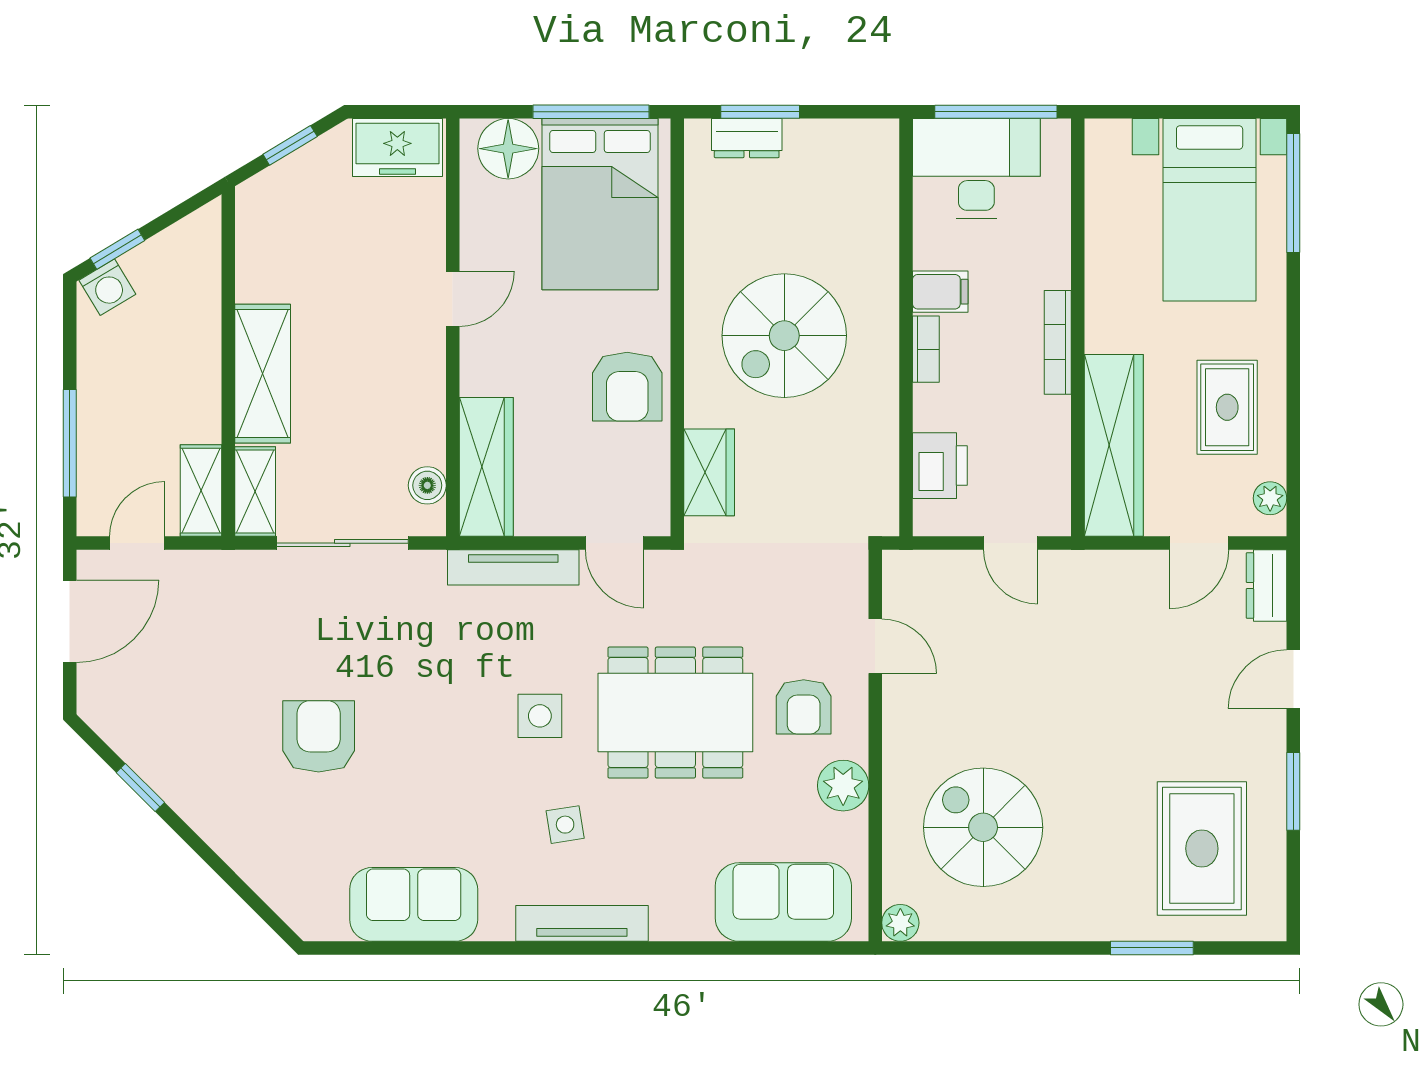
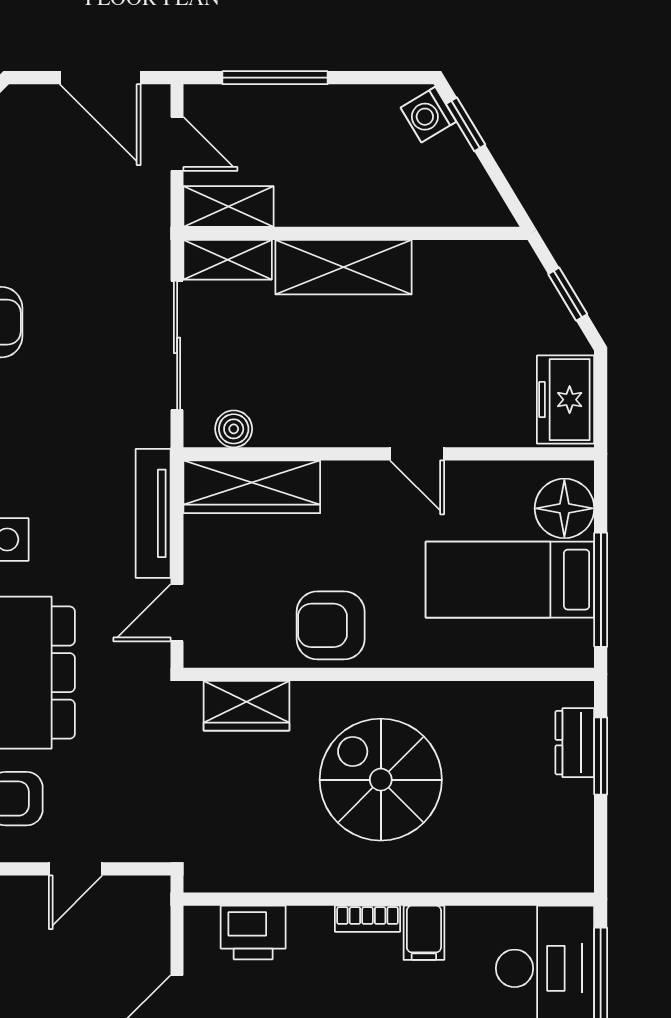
bed: (600, 204) -> (510, 580), width x0.67

